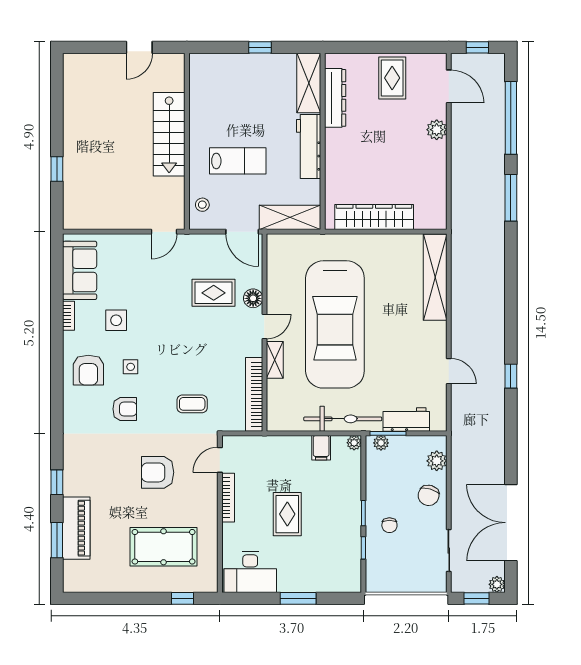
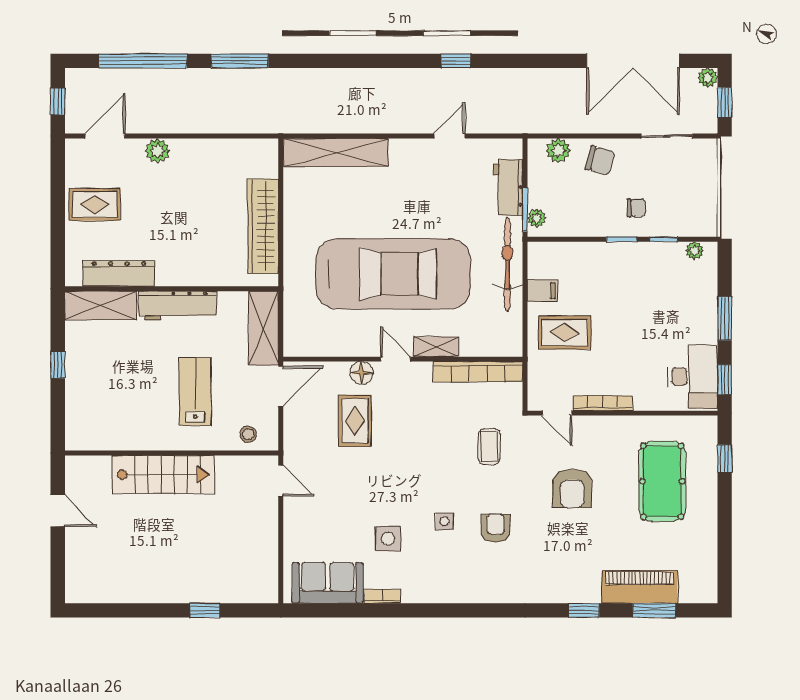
armchair: (88, 370) -> (448, 572), removed
plant: (354, 443) -> (694, 251), moved
rug: (287, 514) -> (565, 333), moved
window: (248, 598) -> (725, 380), added

